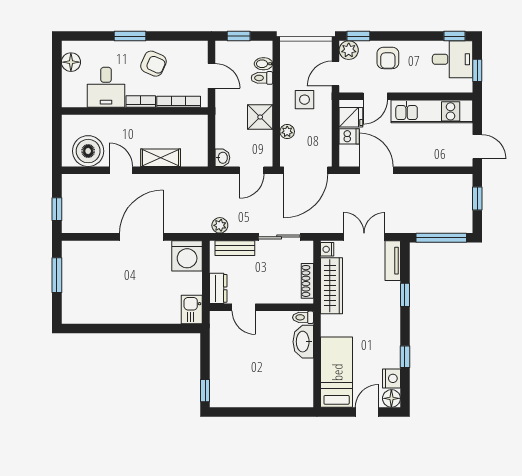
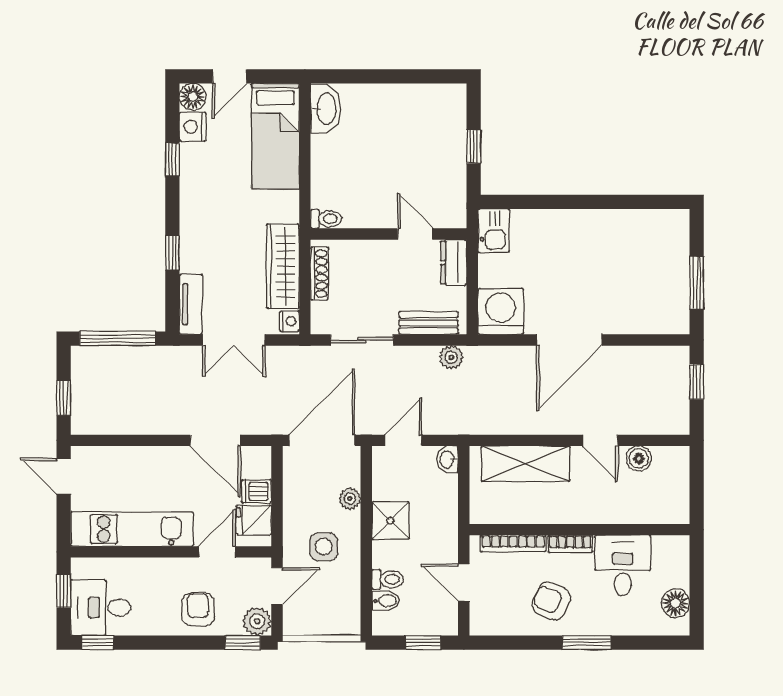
boiler: (88, 151) -> (639, 458), width x0.54, depth x0.54
shelving: (161, 158) -> (526, 464), width x1.50, depth x1.33
washbasin: (303, 342) -> (326, 109), moved
window: (205, 391) -> (474, 147), moved

